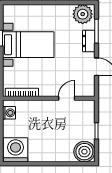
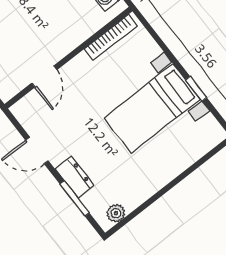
plant: (83, 14) -> (116, 213), width x0.53, depth x0.53

